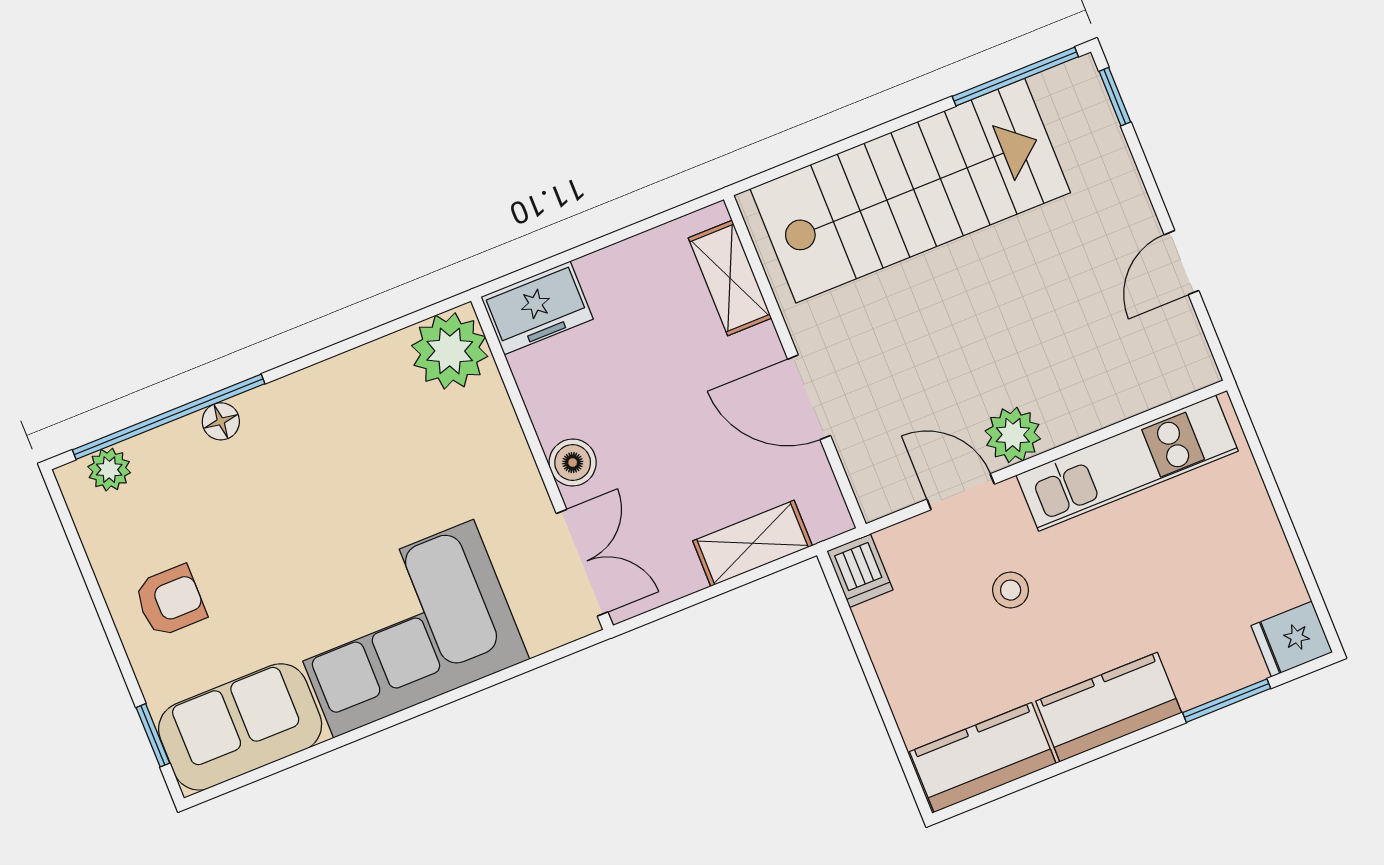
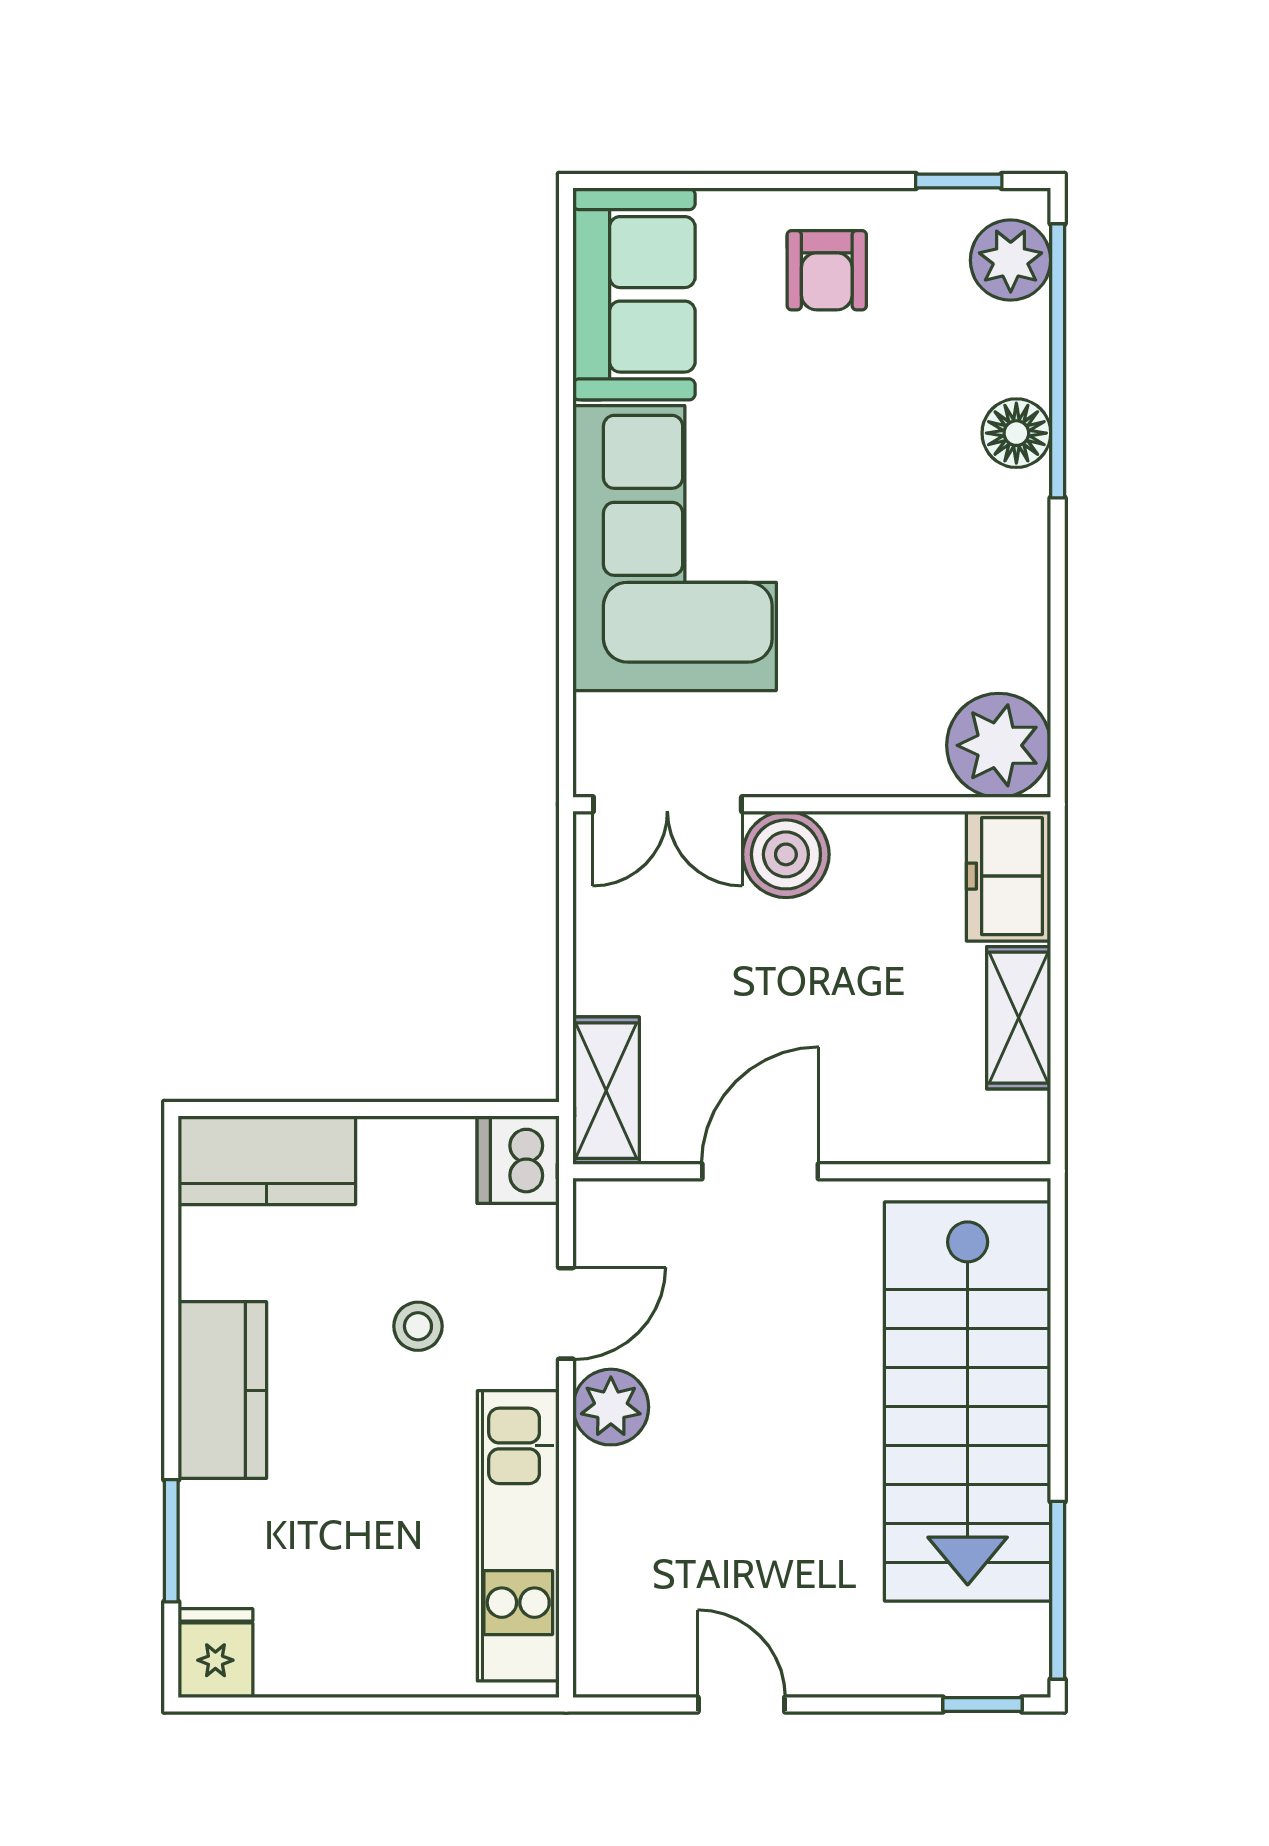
shelving: (730, 278) -> (1019, 1018), moved, turned 90
floor lamp: (221, 421) -> (1016, 433), width x1.37, depth x1.37
boiler: (573, 463) -> (786, 854), width x1.36, depth x1.36
plant: (109, 470) -> (1011, 260), width x1.38, depth x1.38
shelving: (752, 543) -> (606, 1091), moved
dishwasher: (860, 571) -> (518, 1160), width x1.38
window: (153, 735) -> (959, 181), moved
kitchen counter: (983, 758) -> (267, 1160), moved, turned 90

